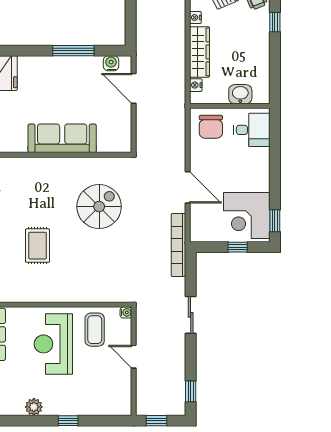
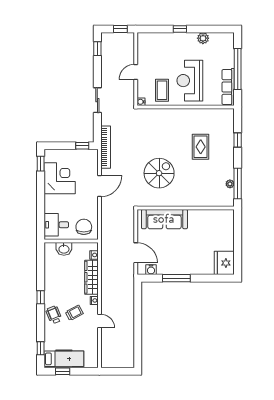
sofa: (62, 138) -> (164, 219), moved
door: (188, 187) -> (99, 186), swing flipped
spiral stairs: (99, 207) -> (159, 173), turned 180
corner desk: (247, 215) -> (60, 178), moved
window: (238, 247) -> (82, 146), moved
reception desk: (53, 344) -> (190, 81), turned 180
door: (134, 357) -> (136, 72), swing flipped

